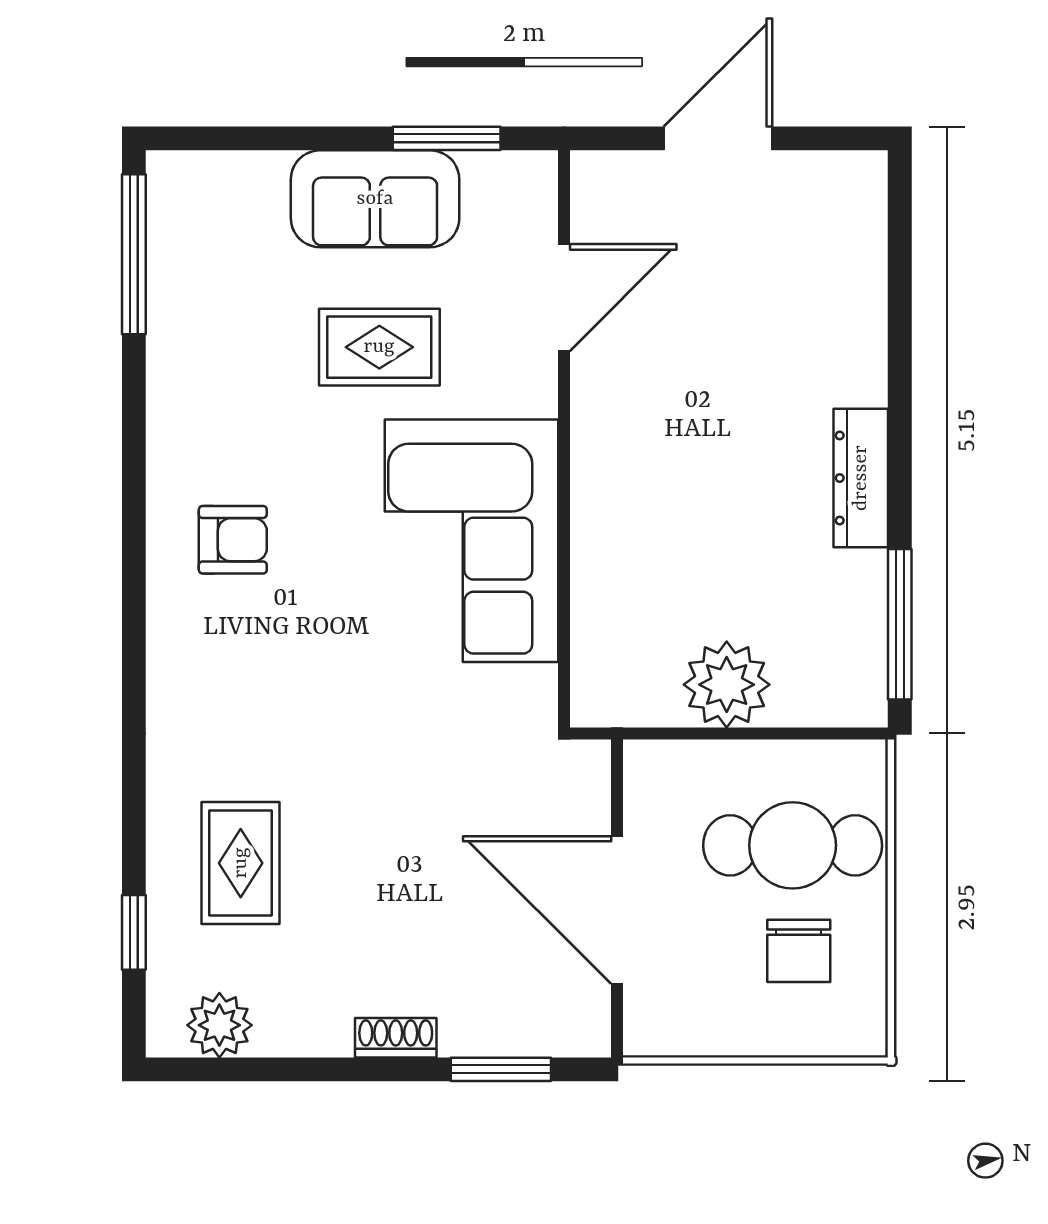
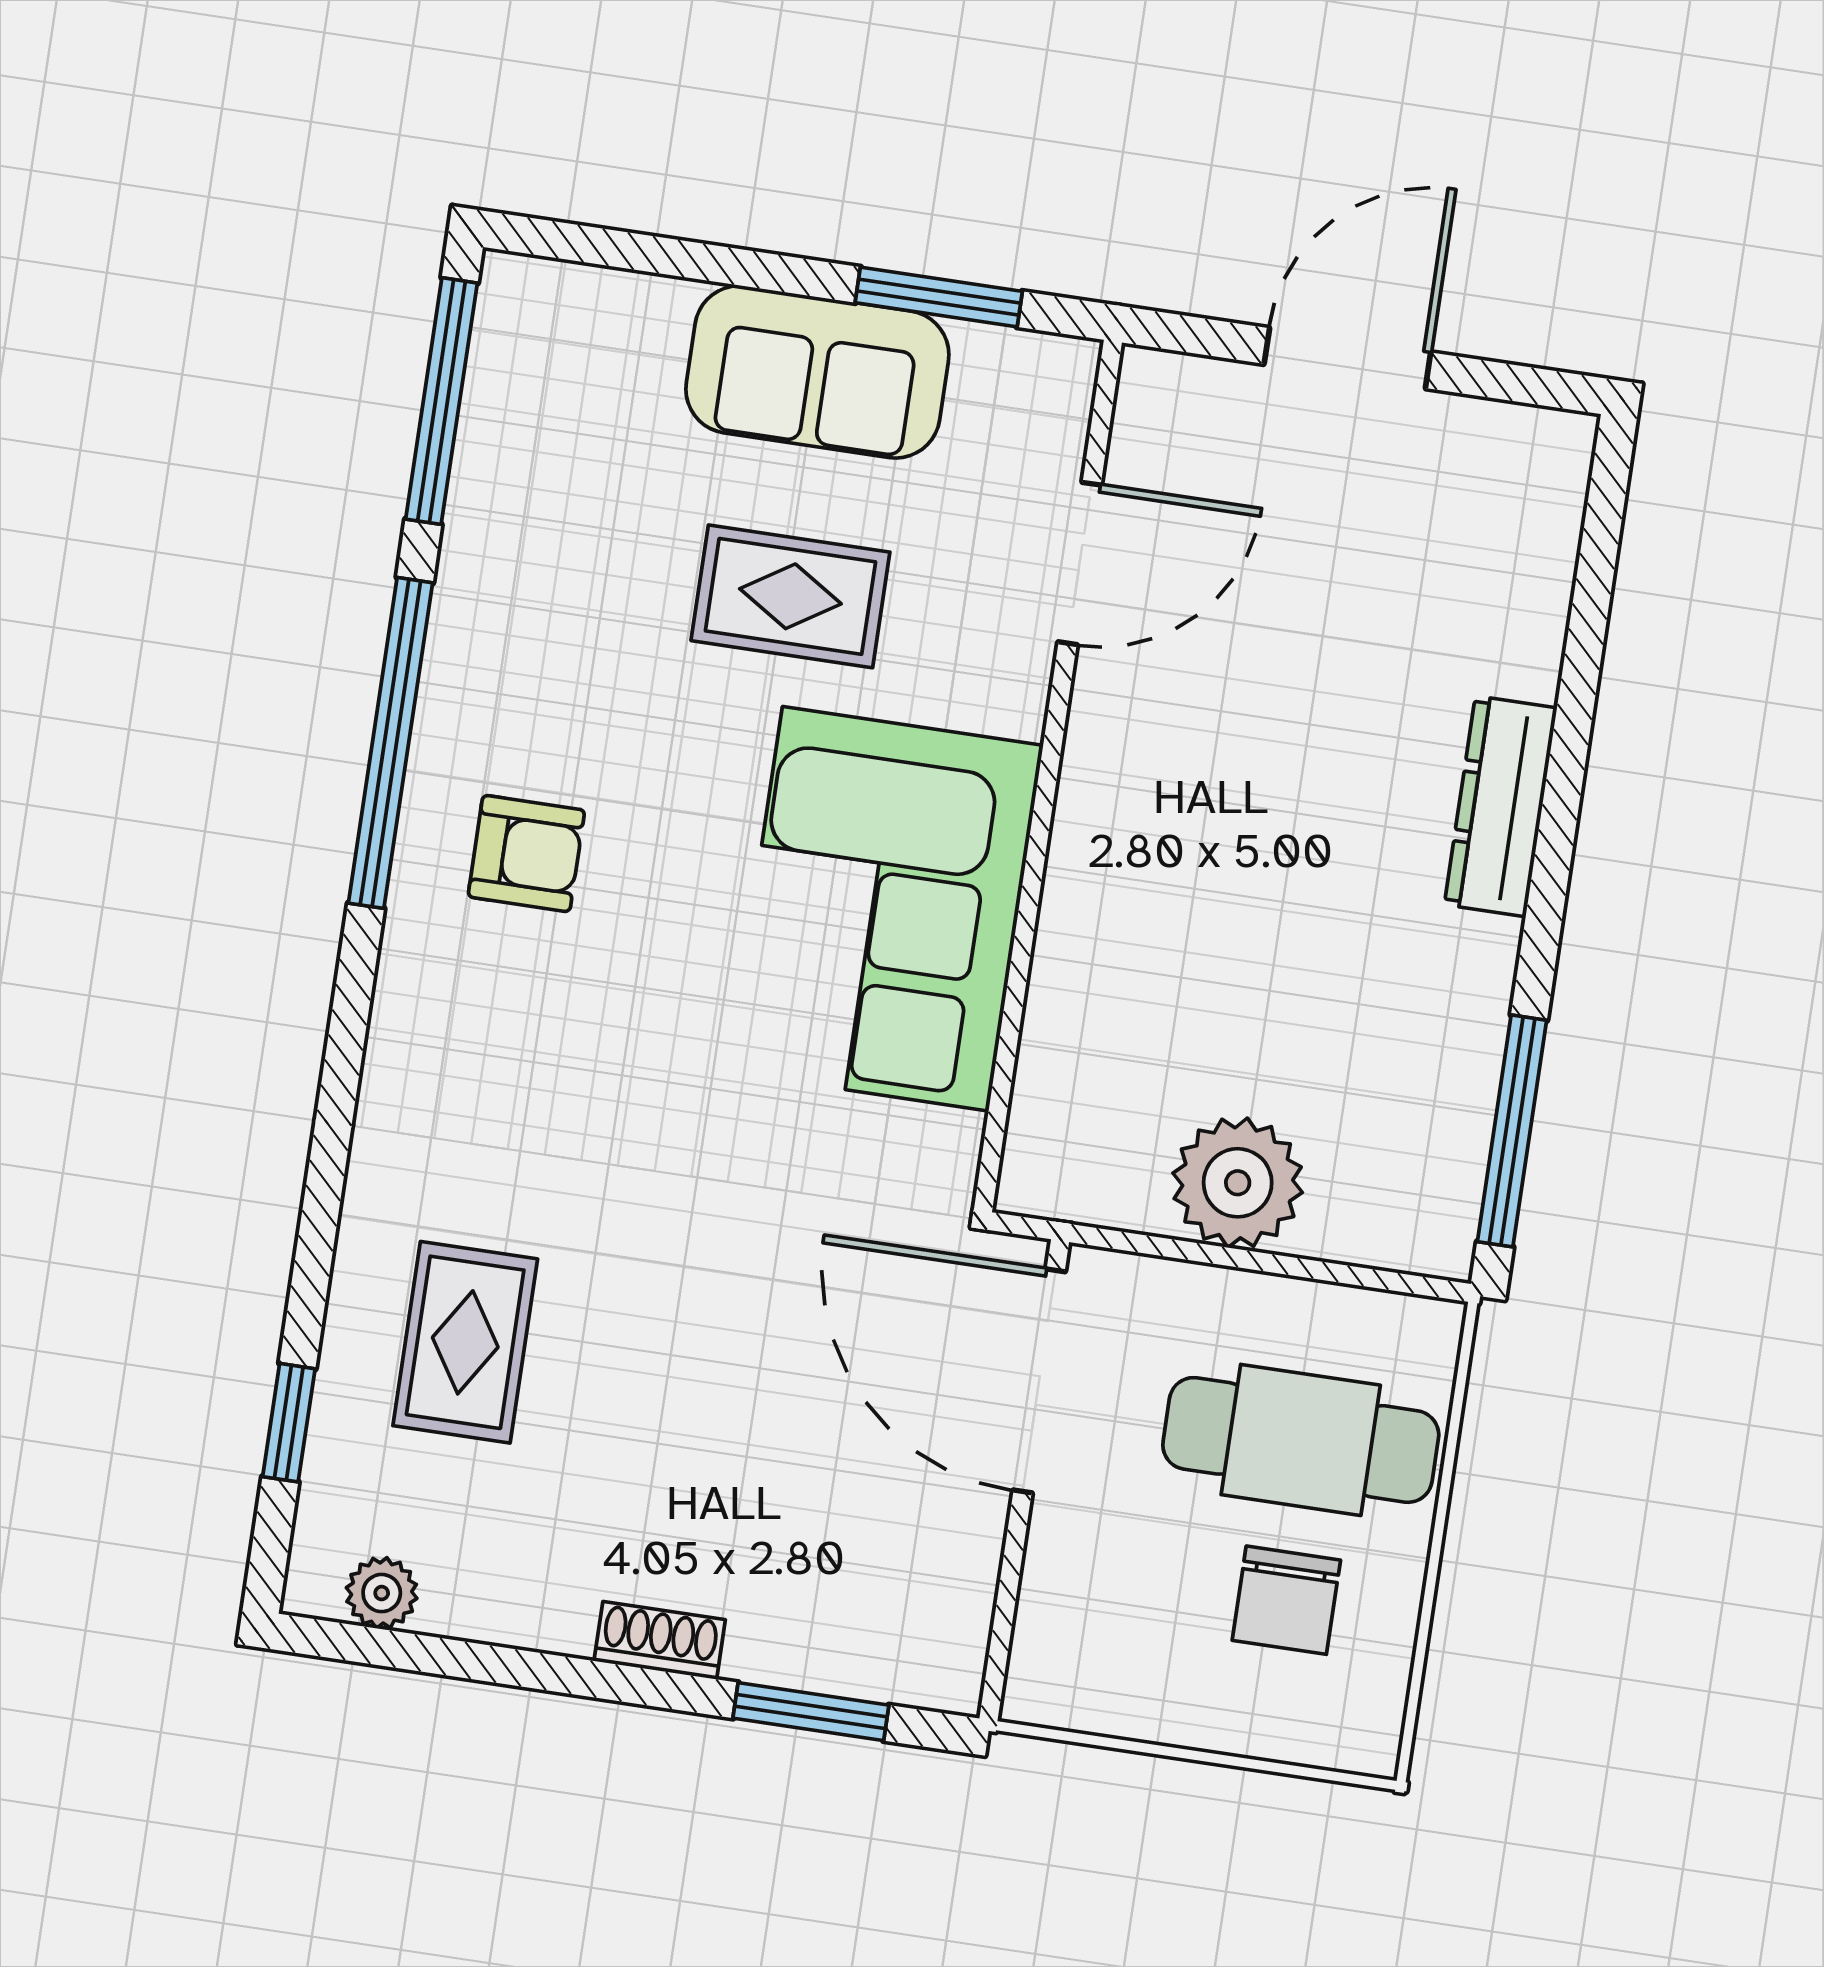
dresser: (861, 478) -> (1501, 806), moved
window: (134, 481) -> (390, 743), added
door: (617, 910) -> (1039, 1381), moved
plant: (219, 1025) -> (382, 1593), width x0.73, depth x0.73

